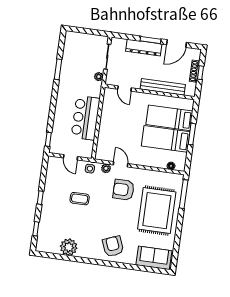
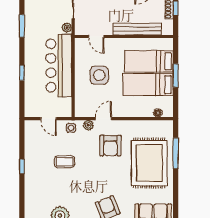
bar counter: (86, 118) -> (59, 66), width x1.36
side table: (122, 124) -> (99, 75), added
window: (48, 139) -> (22, 73), moved
door: (121, 164) -> (103, 119), hinge flipped
armchair: (124, 190) -> (110, 146), turned -90
window: (184, 194) -> (176, 153), moved
window: (36, 229) -> (22, 201), removed

